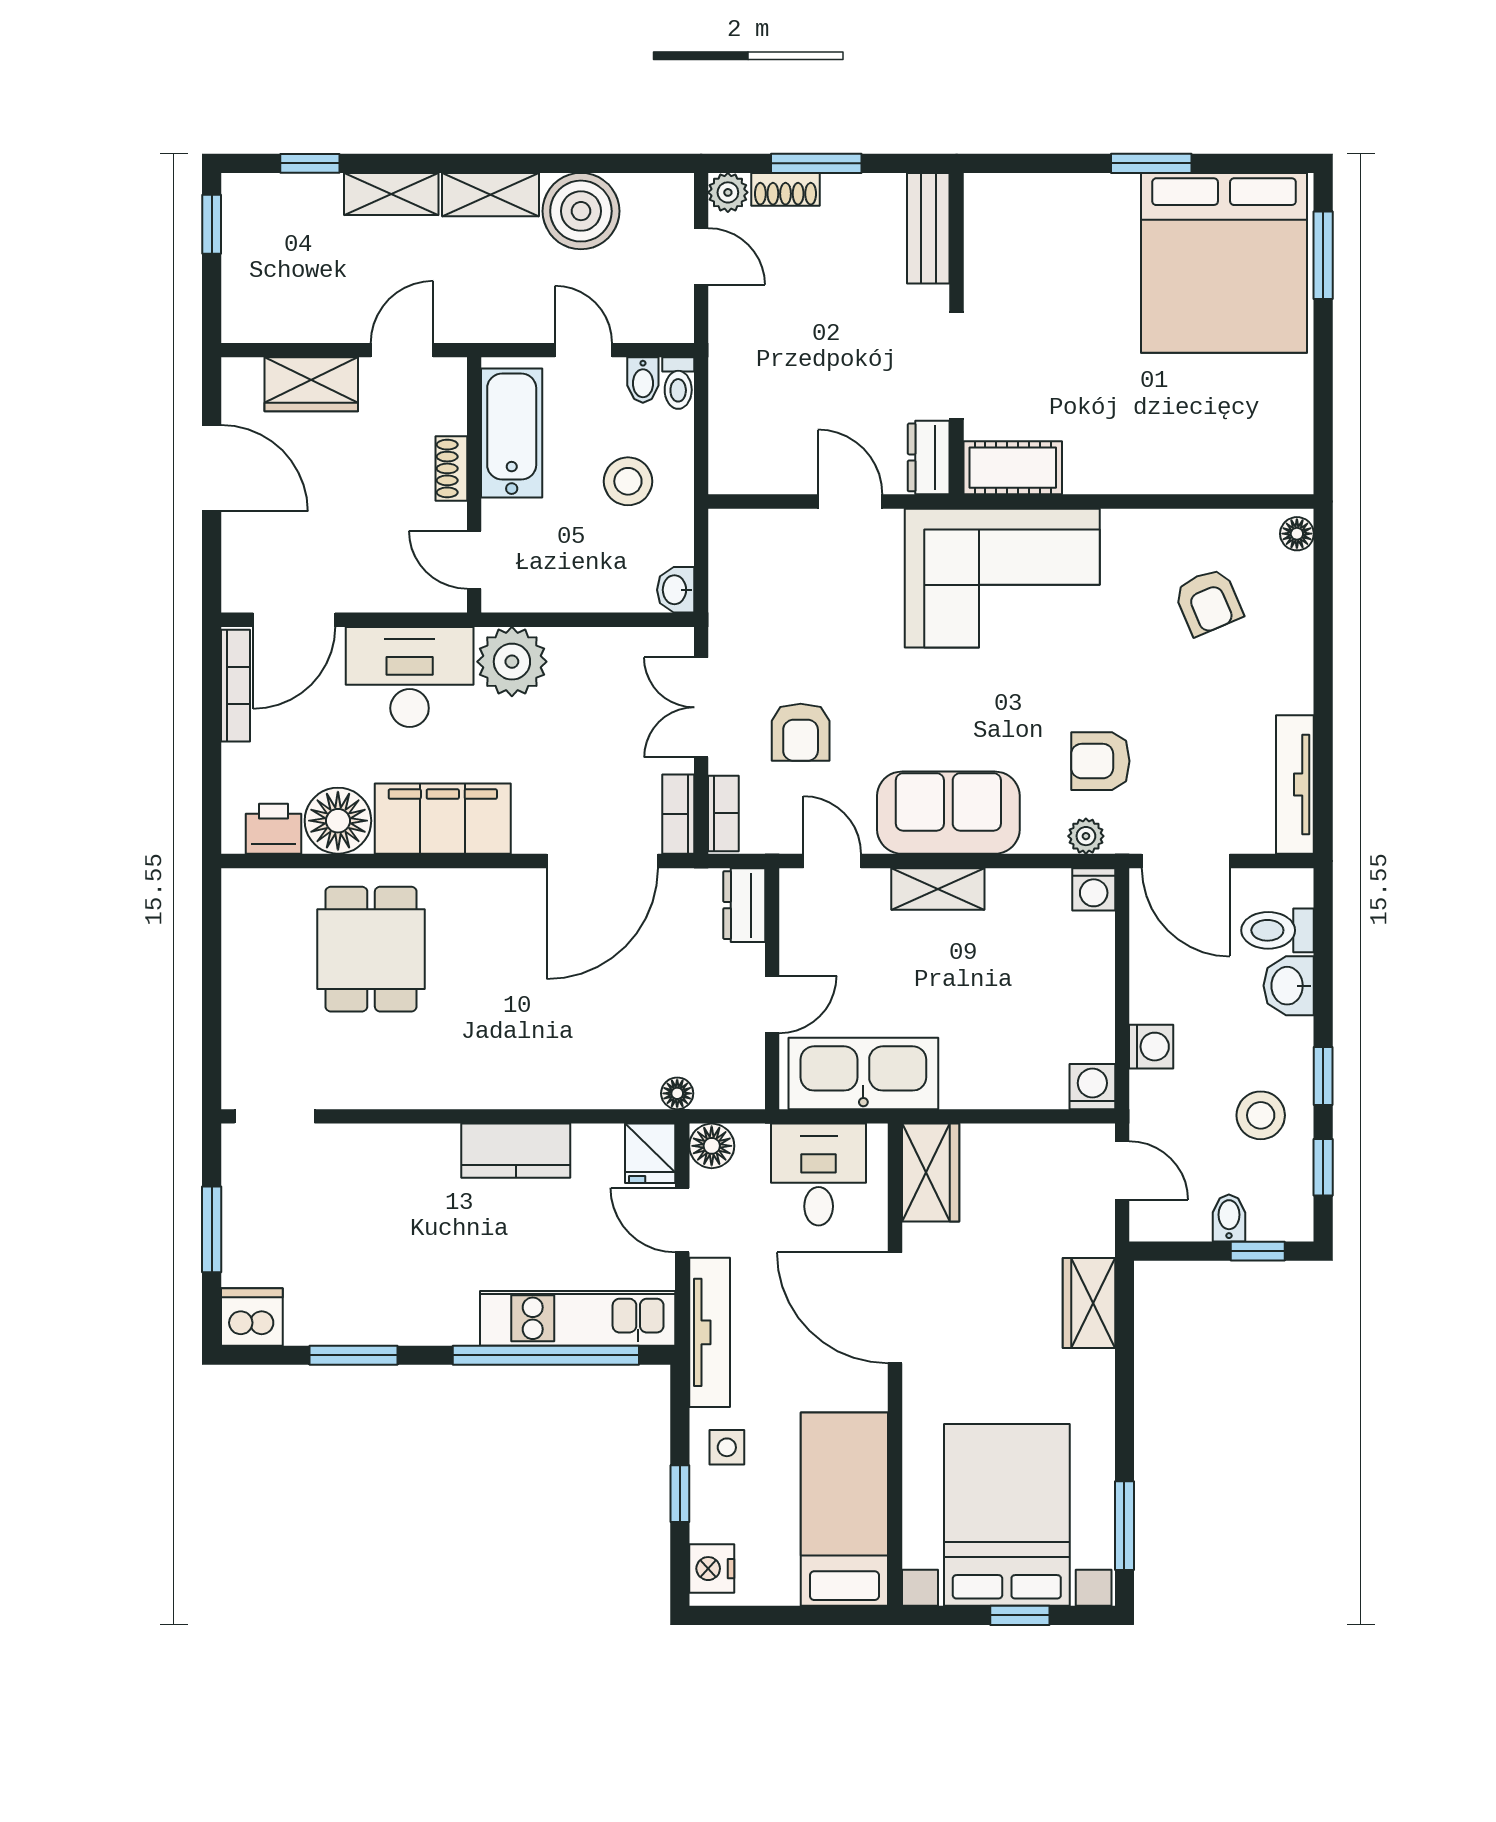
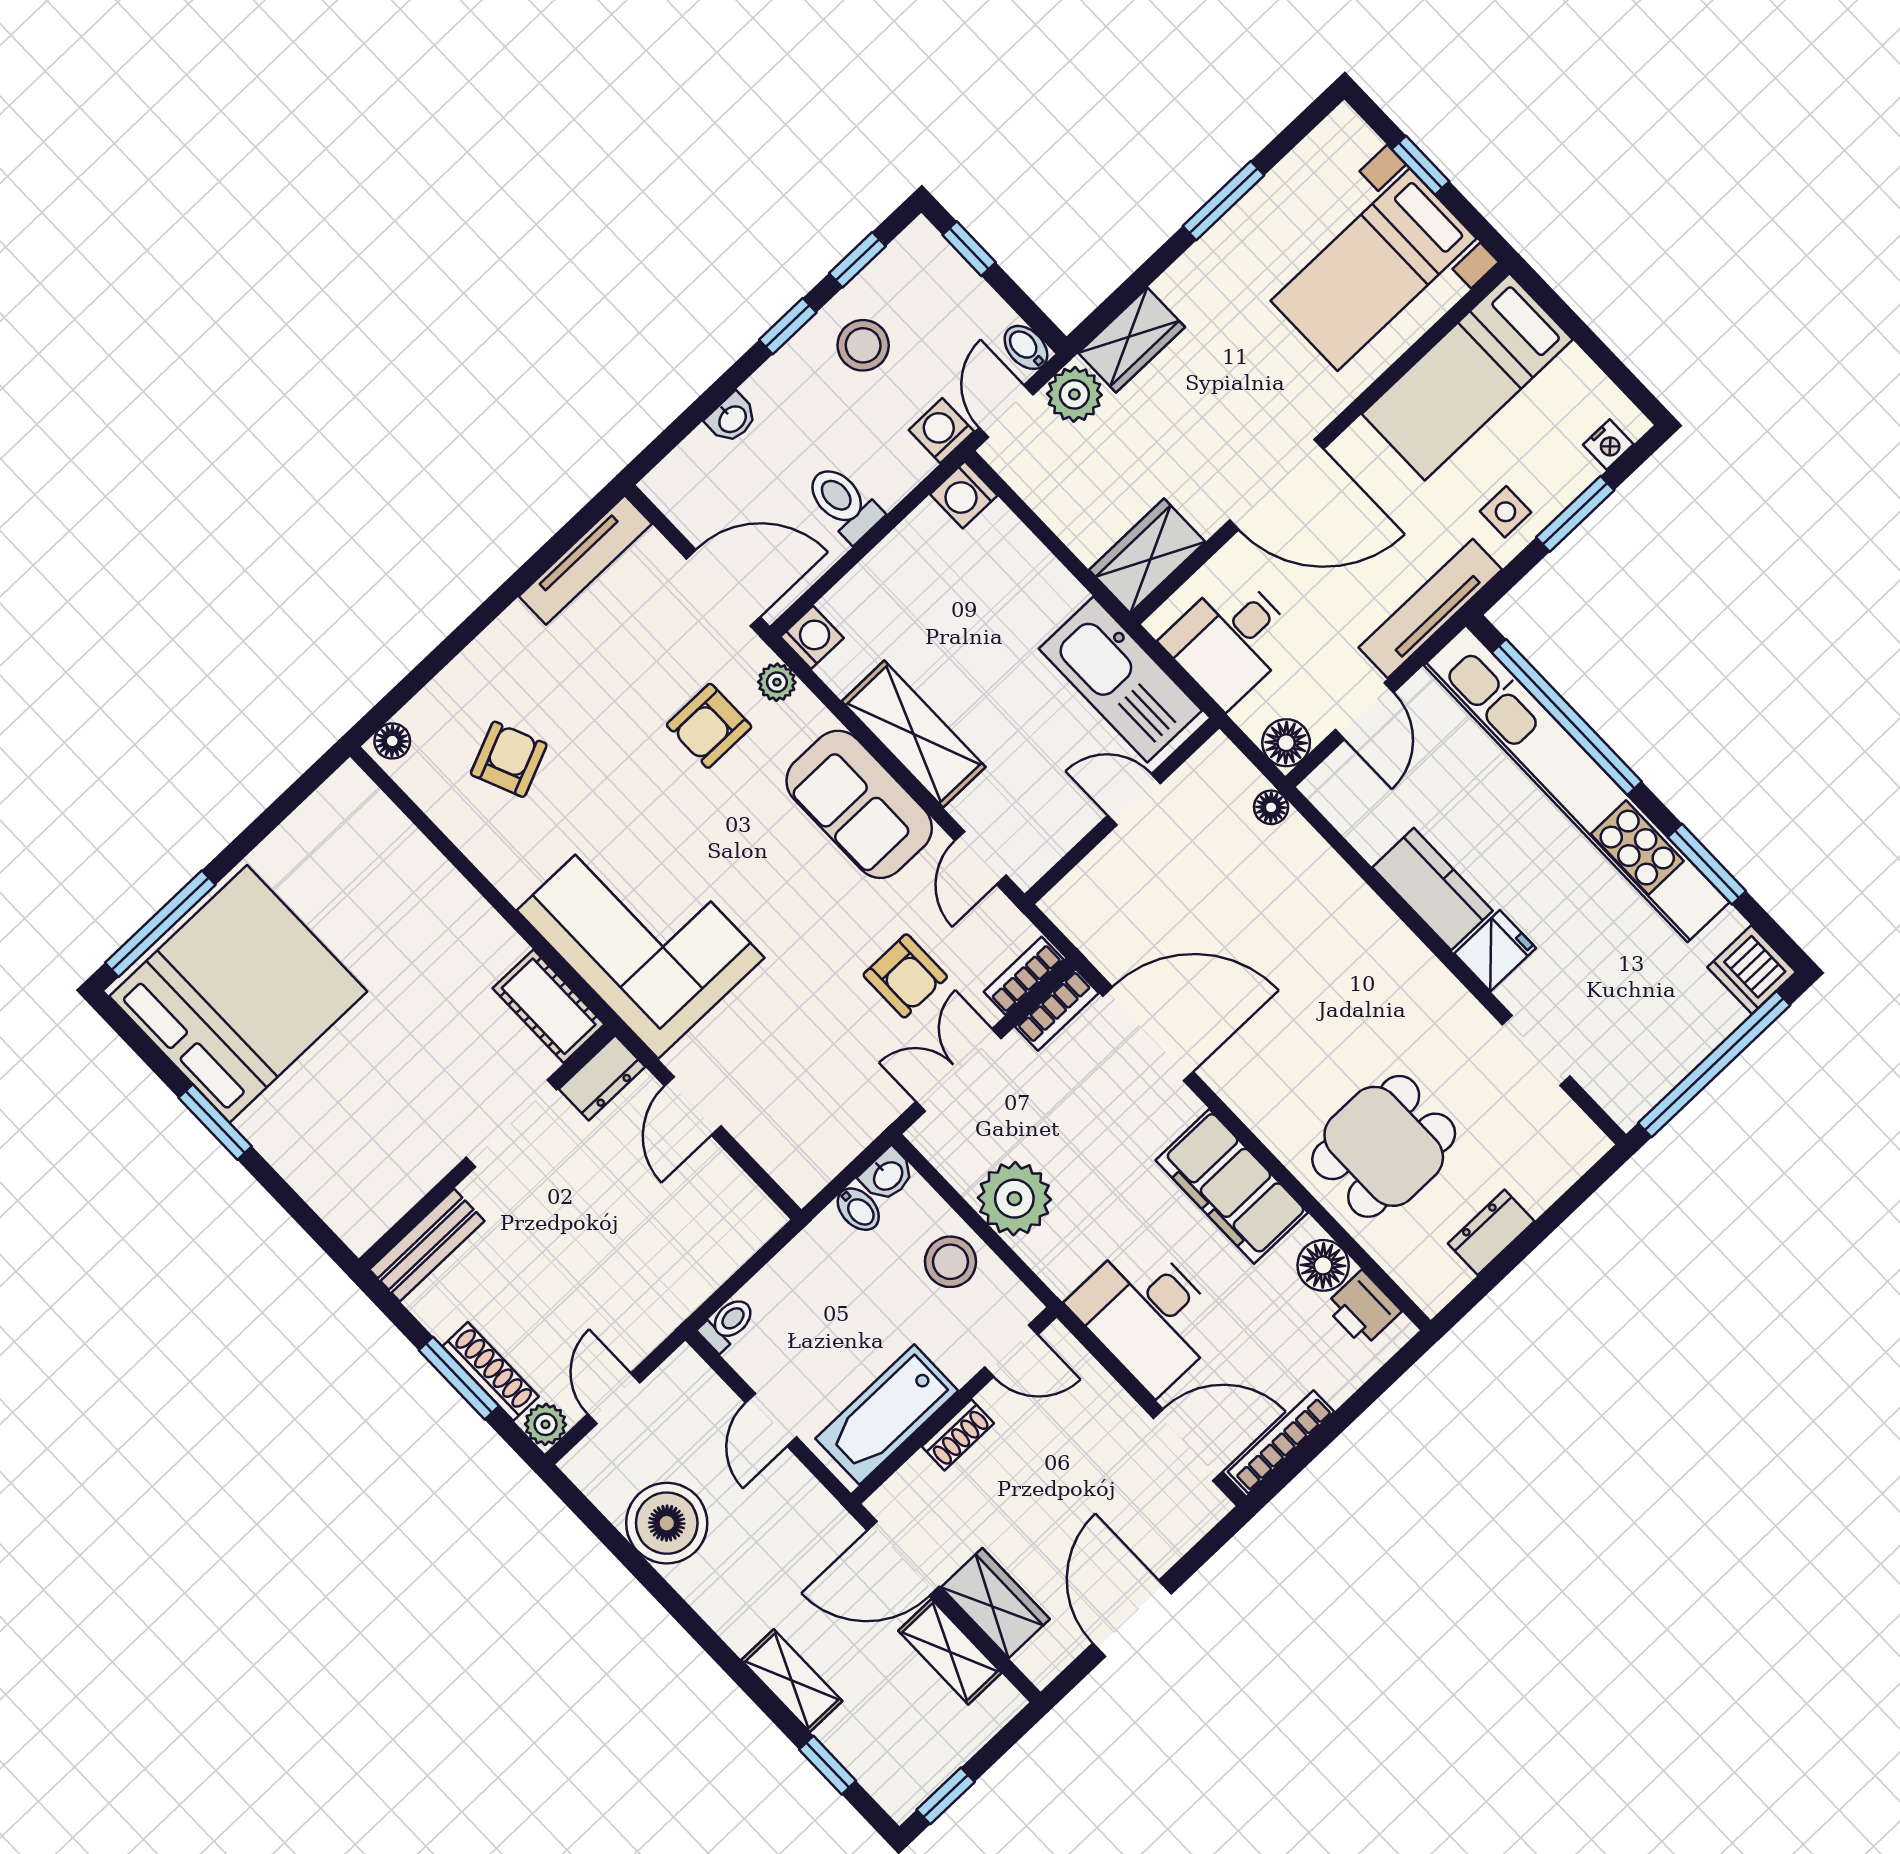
shoe rack: (786, 189) -> (491, 1371), width x1.43
shelving: (490, 195) -> (950, 1652), moved
window: (1323, 255) -> (160, 924), width x1.44
door: (402, 350) -> (903, 1559), width x1.38
bidet: (643, 380) -> (858, 1209), moved, turned 90
stool: (628, 481) -> (950, 1262), moved
door: (474, 560) -> (1011, 1351), hinge flipped
plant: (512, 662) -> (1014, 1199), moved
double door: (701, 707) -> (959, 1070), swing flipped
armchair: (801, 732) -> (905, 976), turned 90
armchair: (1100, 761) -> (709, 726), turned 90
floor lamp: (338, 821) -> (1323, 1265), width x0.73, depth x0.73
door: (1186, 861) -> (723, 588), hinge flipped
shelving: (938, 889) -> (914, 734), width x1.50, depth x1.33
dresser: (744, 905) -> (1491, 1232), moved, turned 180
toilet: (1278, 930) -> (844, 503), moved, turned 180
washbasin: (1289, 986) -> (732, 418), width x0.72, depth x0.69
washing machine: (1151, 1047) -> (941, 431), moved
doorway: (275, 1116) -> (1536, 1050), moved
fridge: (650, 1153) -> (1495, 951), moved
bidet: (1229, 1218) -> (1026, 347), moved, turned 90
plant: (1089, 1228) -> (1074, 394), added
window: (212, 1229) -> (1714, 1064), width x2.11
door: (895, 1308) -> (1276, 485), hinge flipped
kitchen unit: (578, 1318) -> (1577, 784), width x1.86
window: (680, 1494) -> (1575, 514), width x1.50
bed with nightstands: (1007, 1515) -> (1374, 270), width x0.73
window: (1124, 1526) -> (1224, 201), moved
nightstand: (712, 1569) -> (1608, 444), width x0.72, depth x0.74

